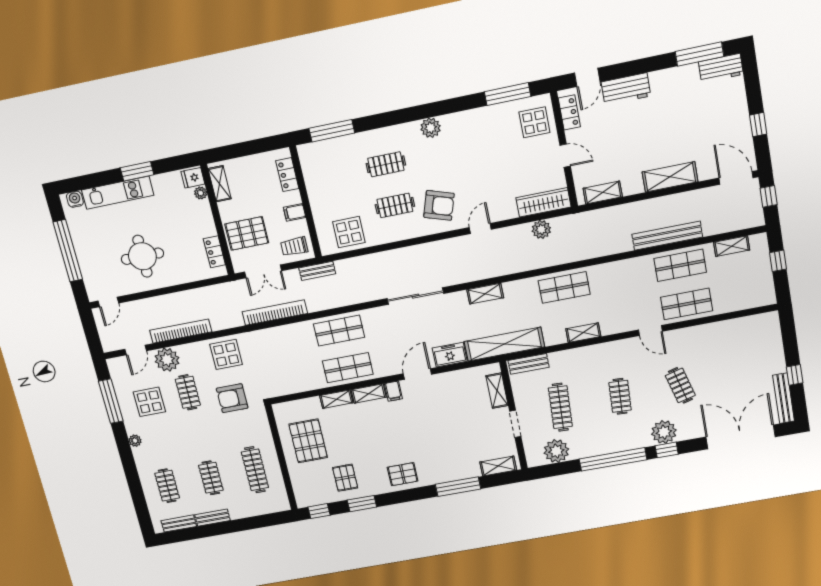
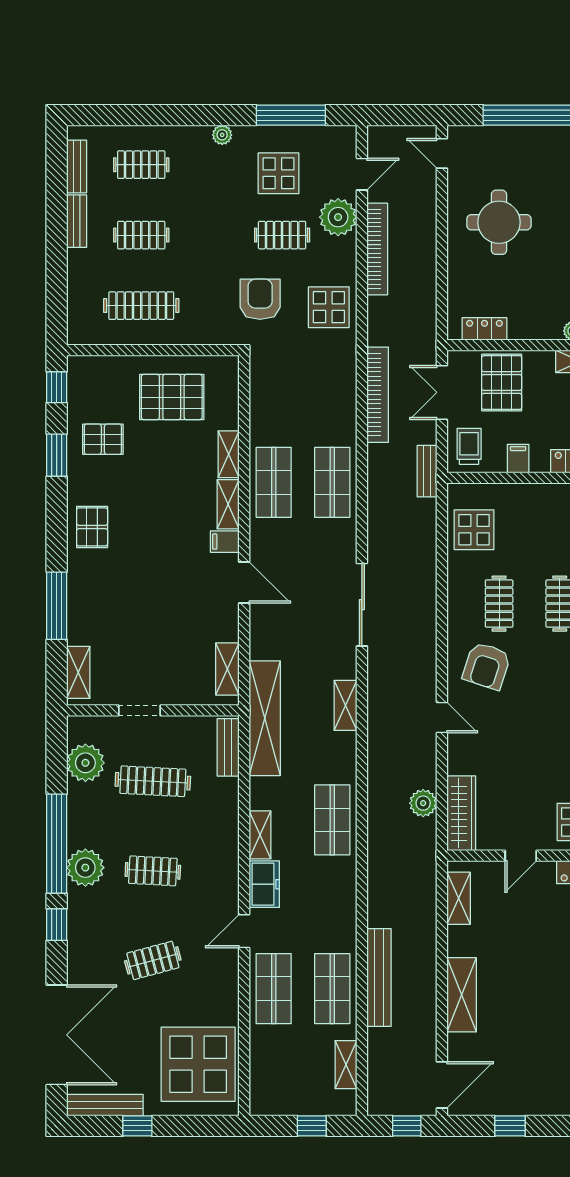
display table: (746, 344) -> (198, 1064), added
door: (136, 350) -> (362, 174), swing flipped
freezer: (450, 355) -> (264, 884), moved
shelving: (497, 391) -> (227, 669), moved, turned 90
plant: (664, 432) -> (85, 868), moved

